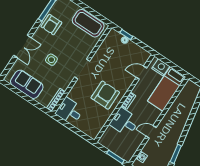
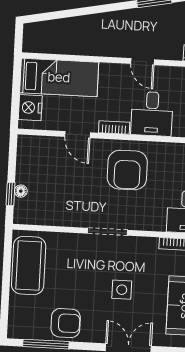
door: (141, 73) -> (78, 135), moved
armchair: (105, 95) -> (127, 170), turned -90

